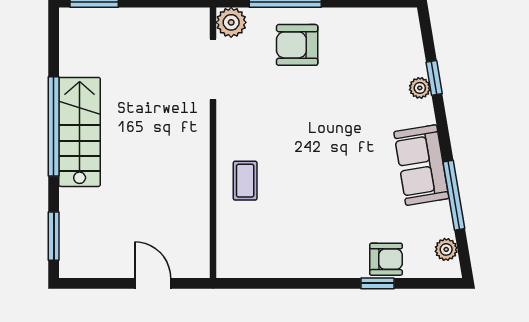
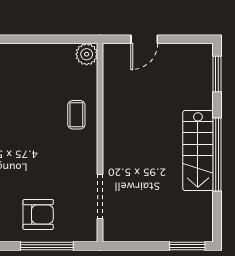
plant: (231, 22) -> (87, 54), moved
door: (153, 283) -> (144, 39), hinge flipped

